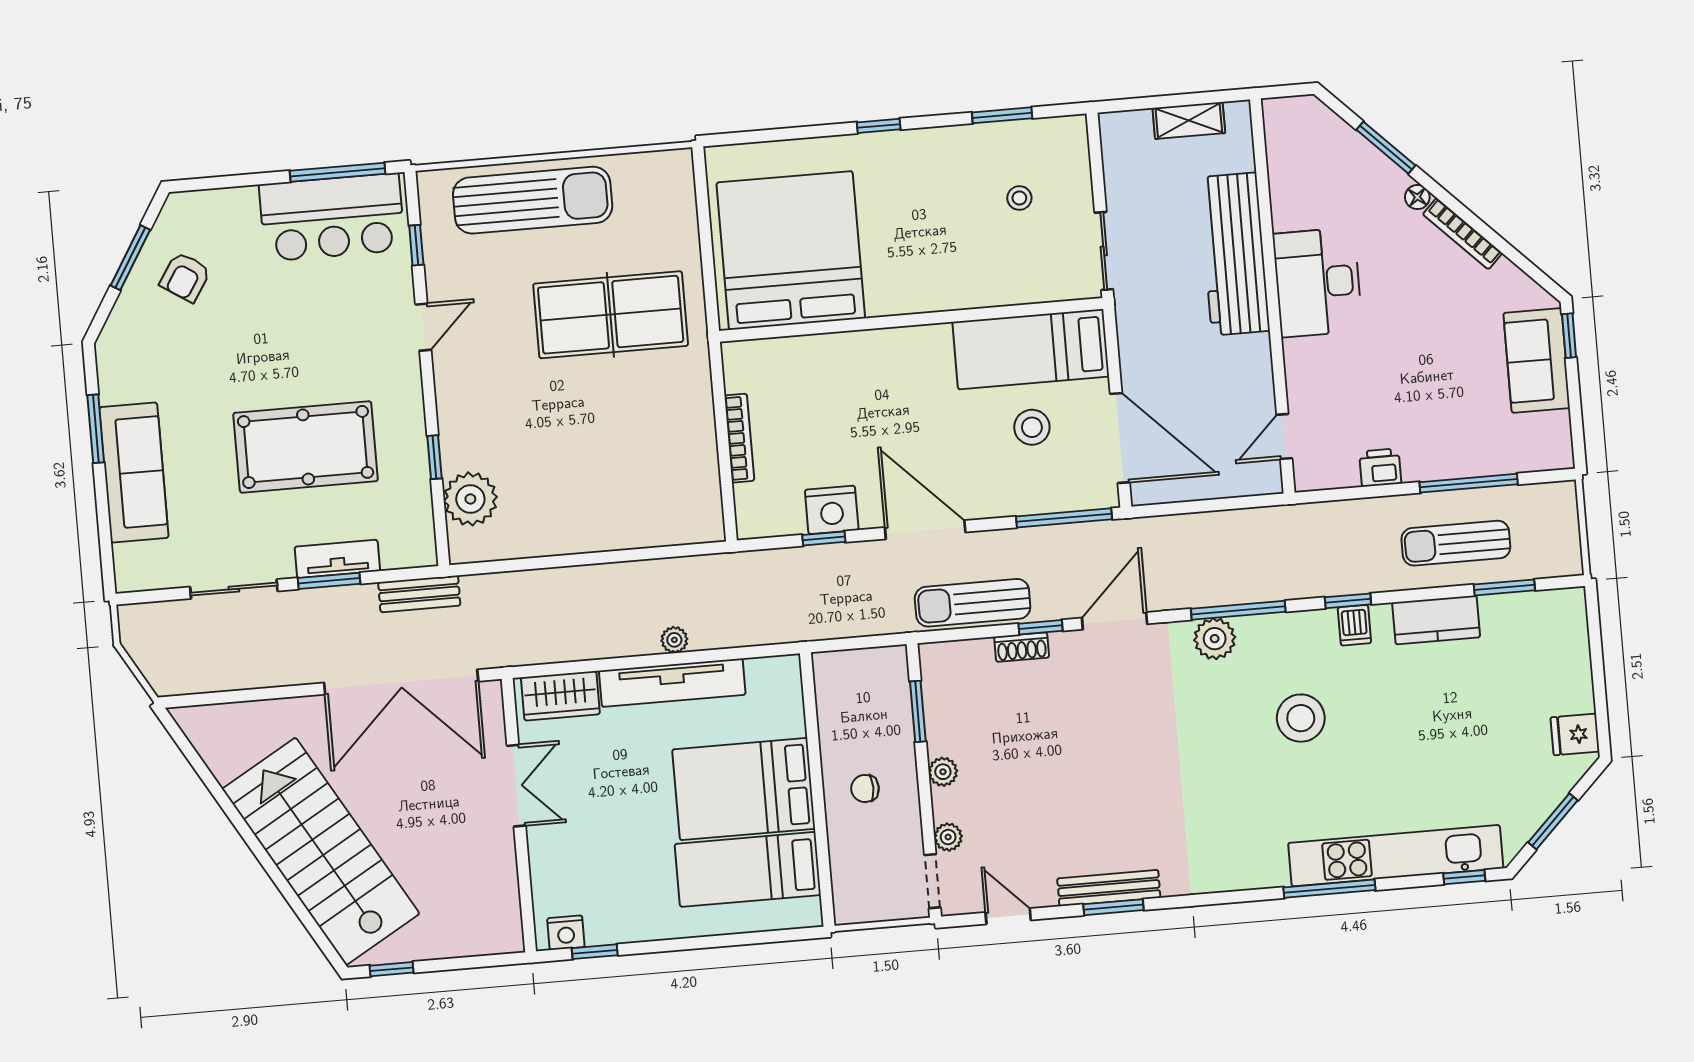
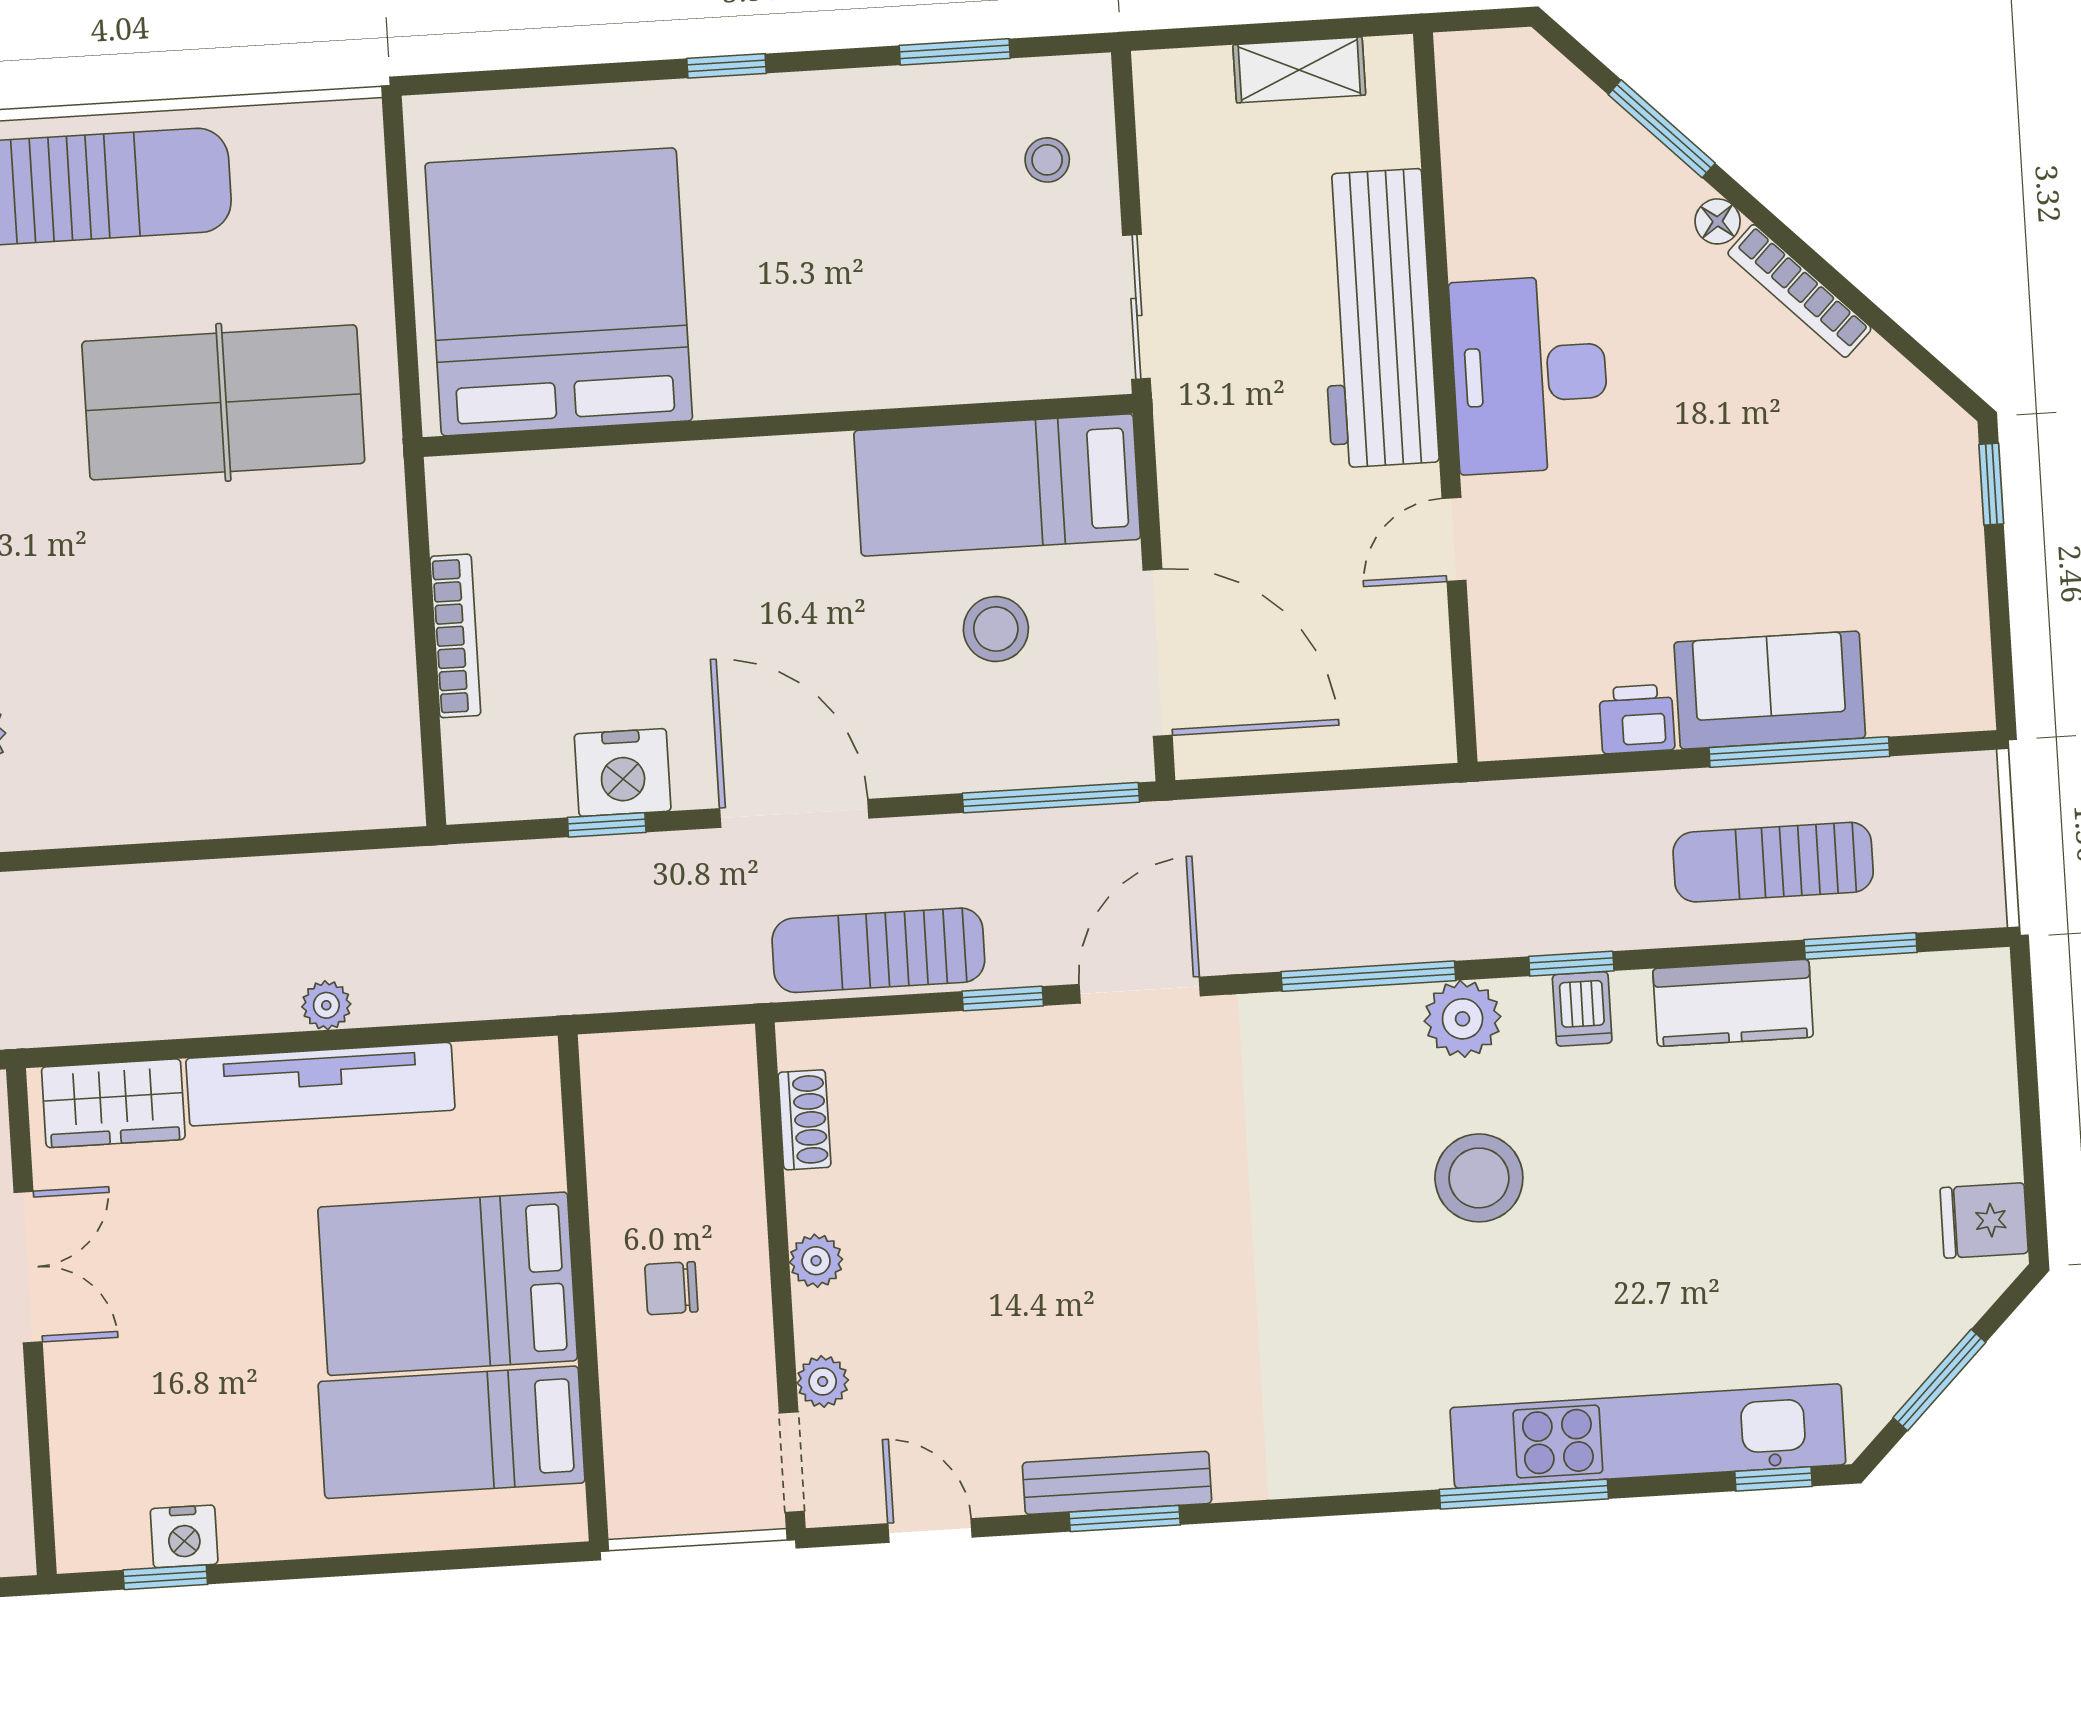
stool: (1019, 198) -> (1047, 160), moved
sofa: (1537, 360) -> (1770, 690), moved, turned 90
door: (1284, 437) -> (1454, 539), moved
plant: (1215, 639) -> (1463, 1019), moved
shoe rack: (1022, 647) -> (804, 1120), moved, turned -90
window: (918, 711) -> (773, 1148), removed
nightstand: (566, 933) -> (184, 1536), moved

